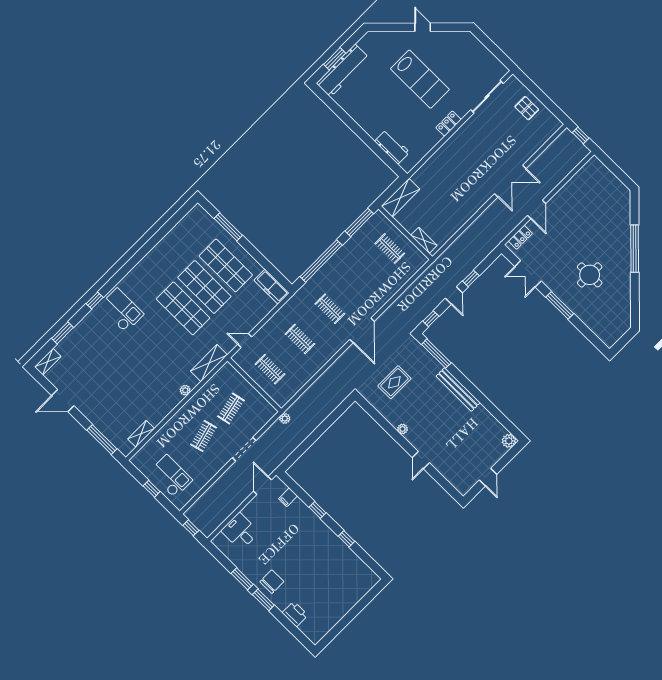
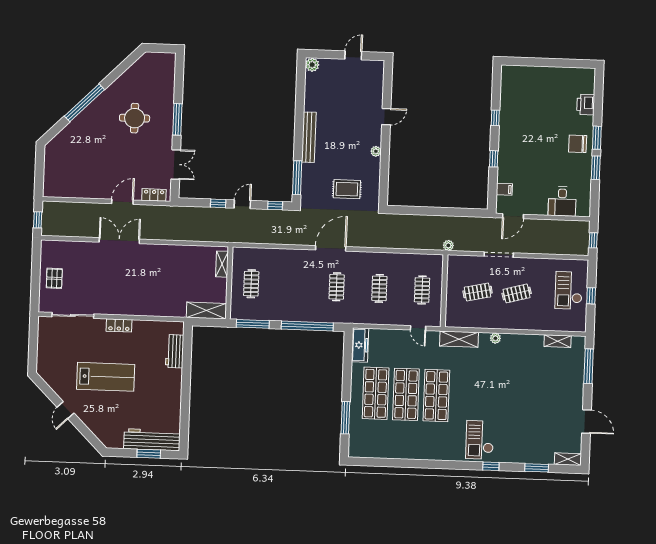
lab bench: (420, 79) -> (106, 377), turned 90

